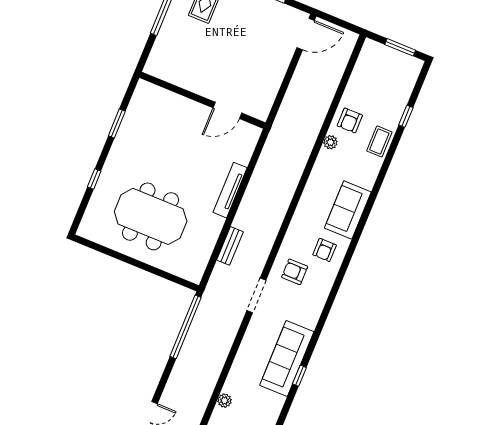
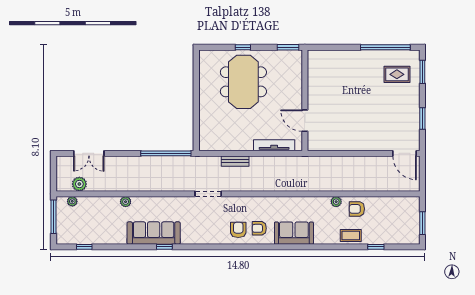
wall: (202, 100) -> (305, 100), moved
door: (227, 110) -> (305, 121), moved
meeting table: (151, 216) -> (243, 82), moved
armchair: (295, 272) -> (238, 230), moved
sofa: (287, 358) -> (154, 233), moved

